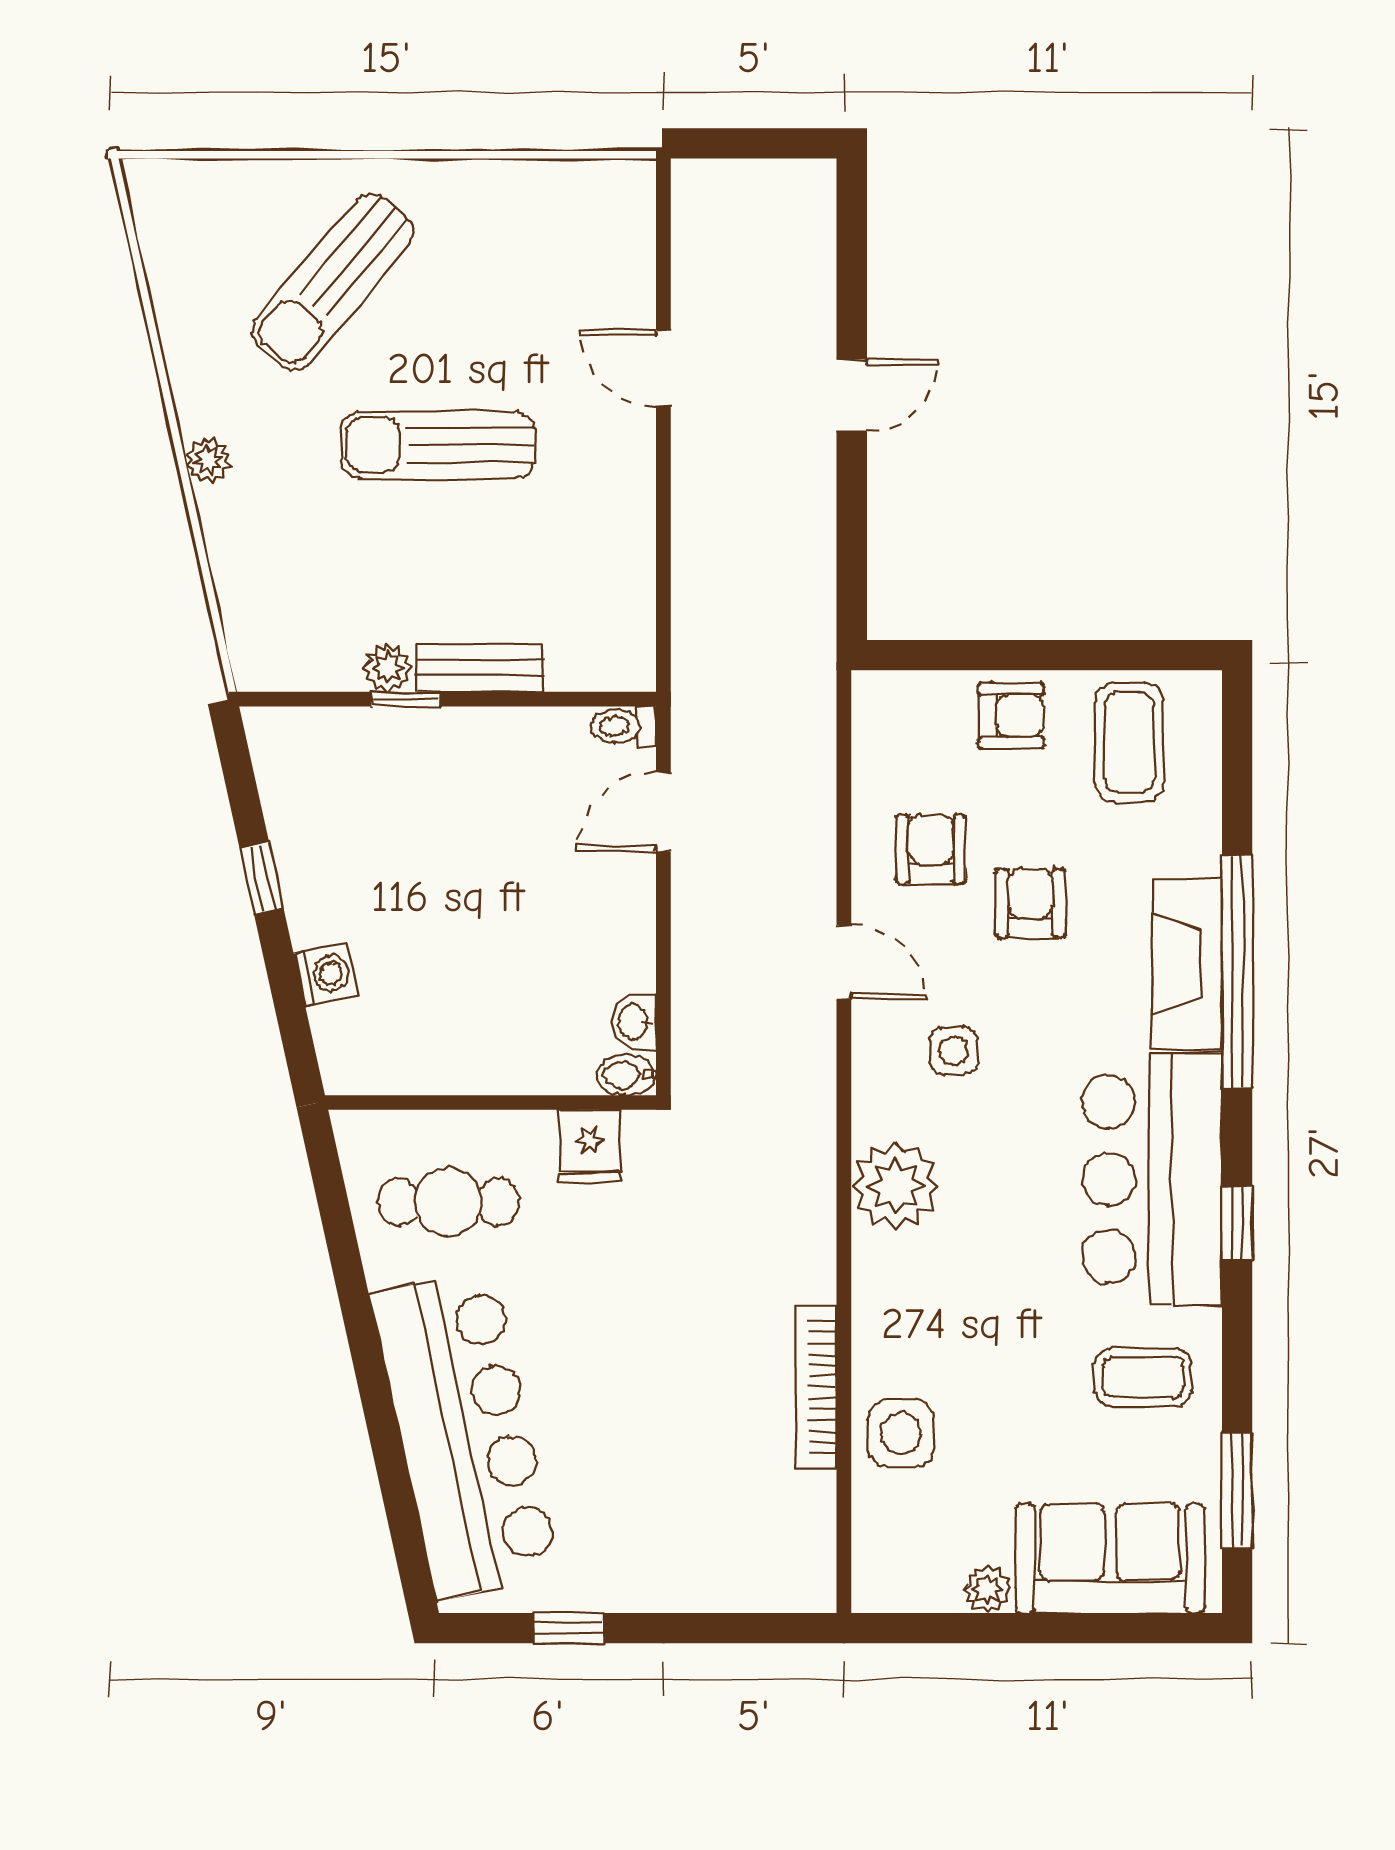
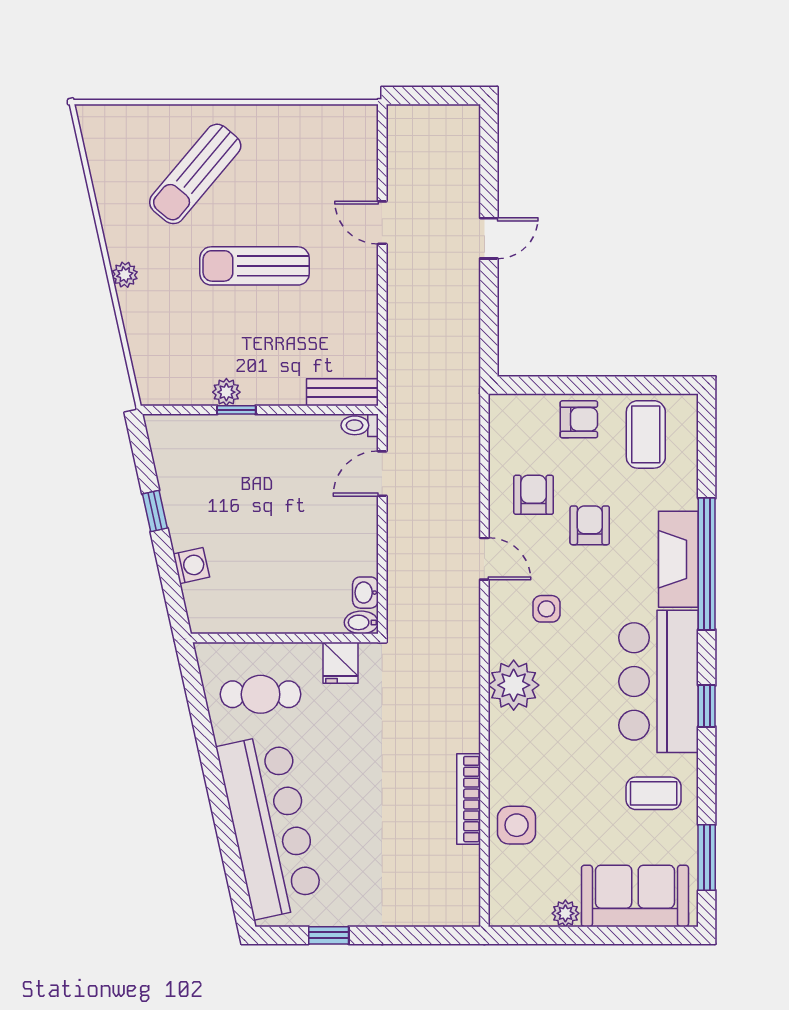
bench: (480, 668) -> (342, 392), moved

